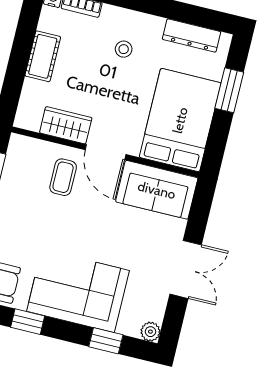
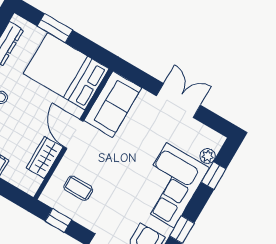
door: (106, 152) -> (73, 134), swing flipped
coffee table: (63, 177) -> (78, 188), moved
plant: (150, 332) -> (208, 156), moved

